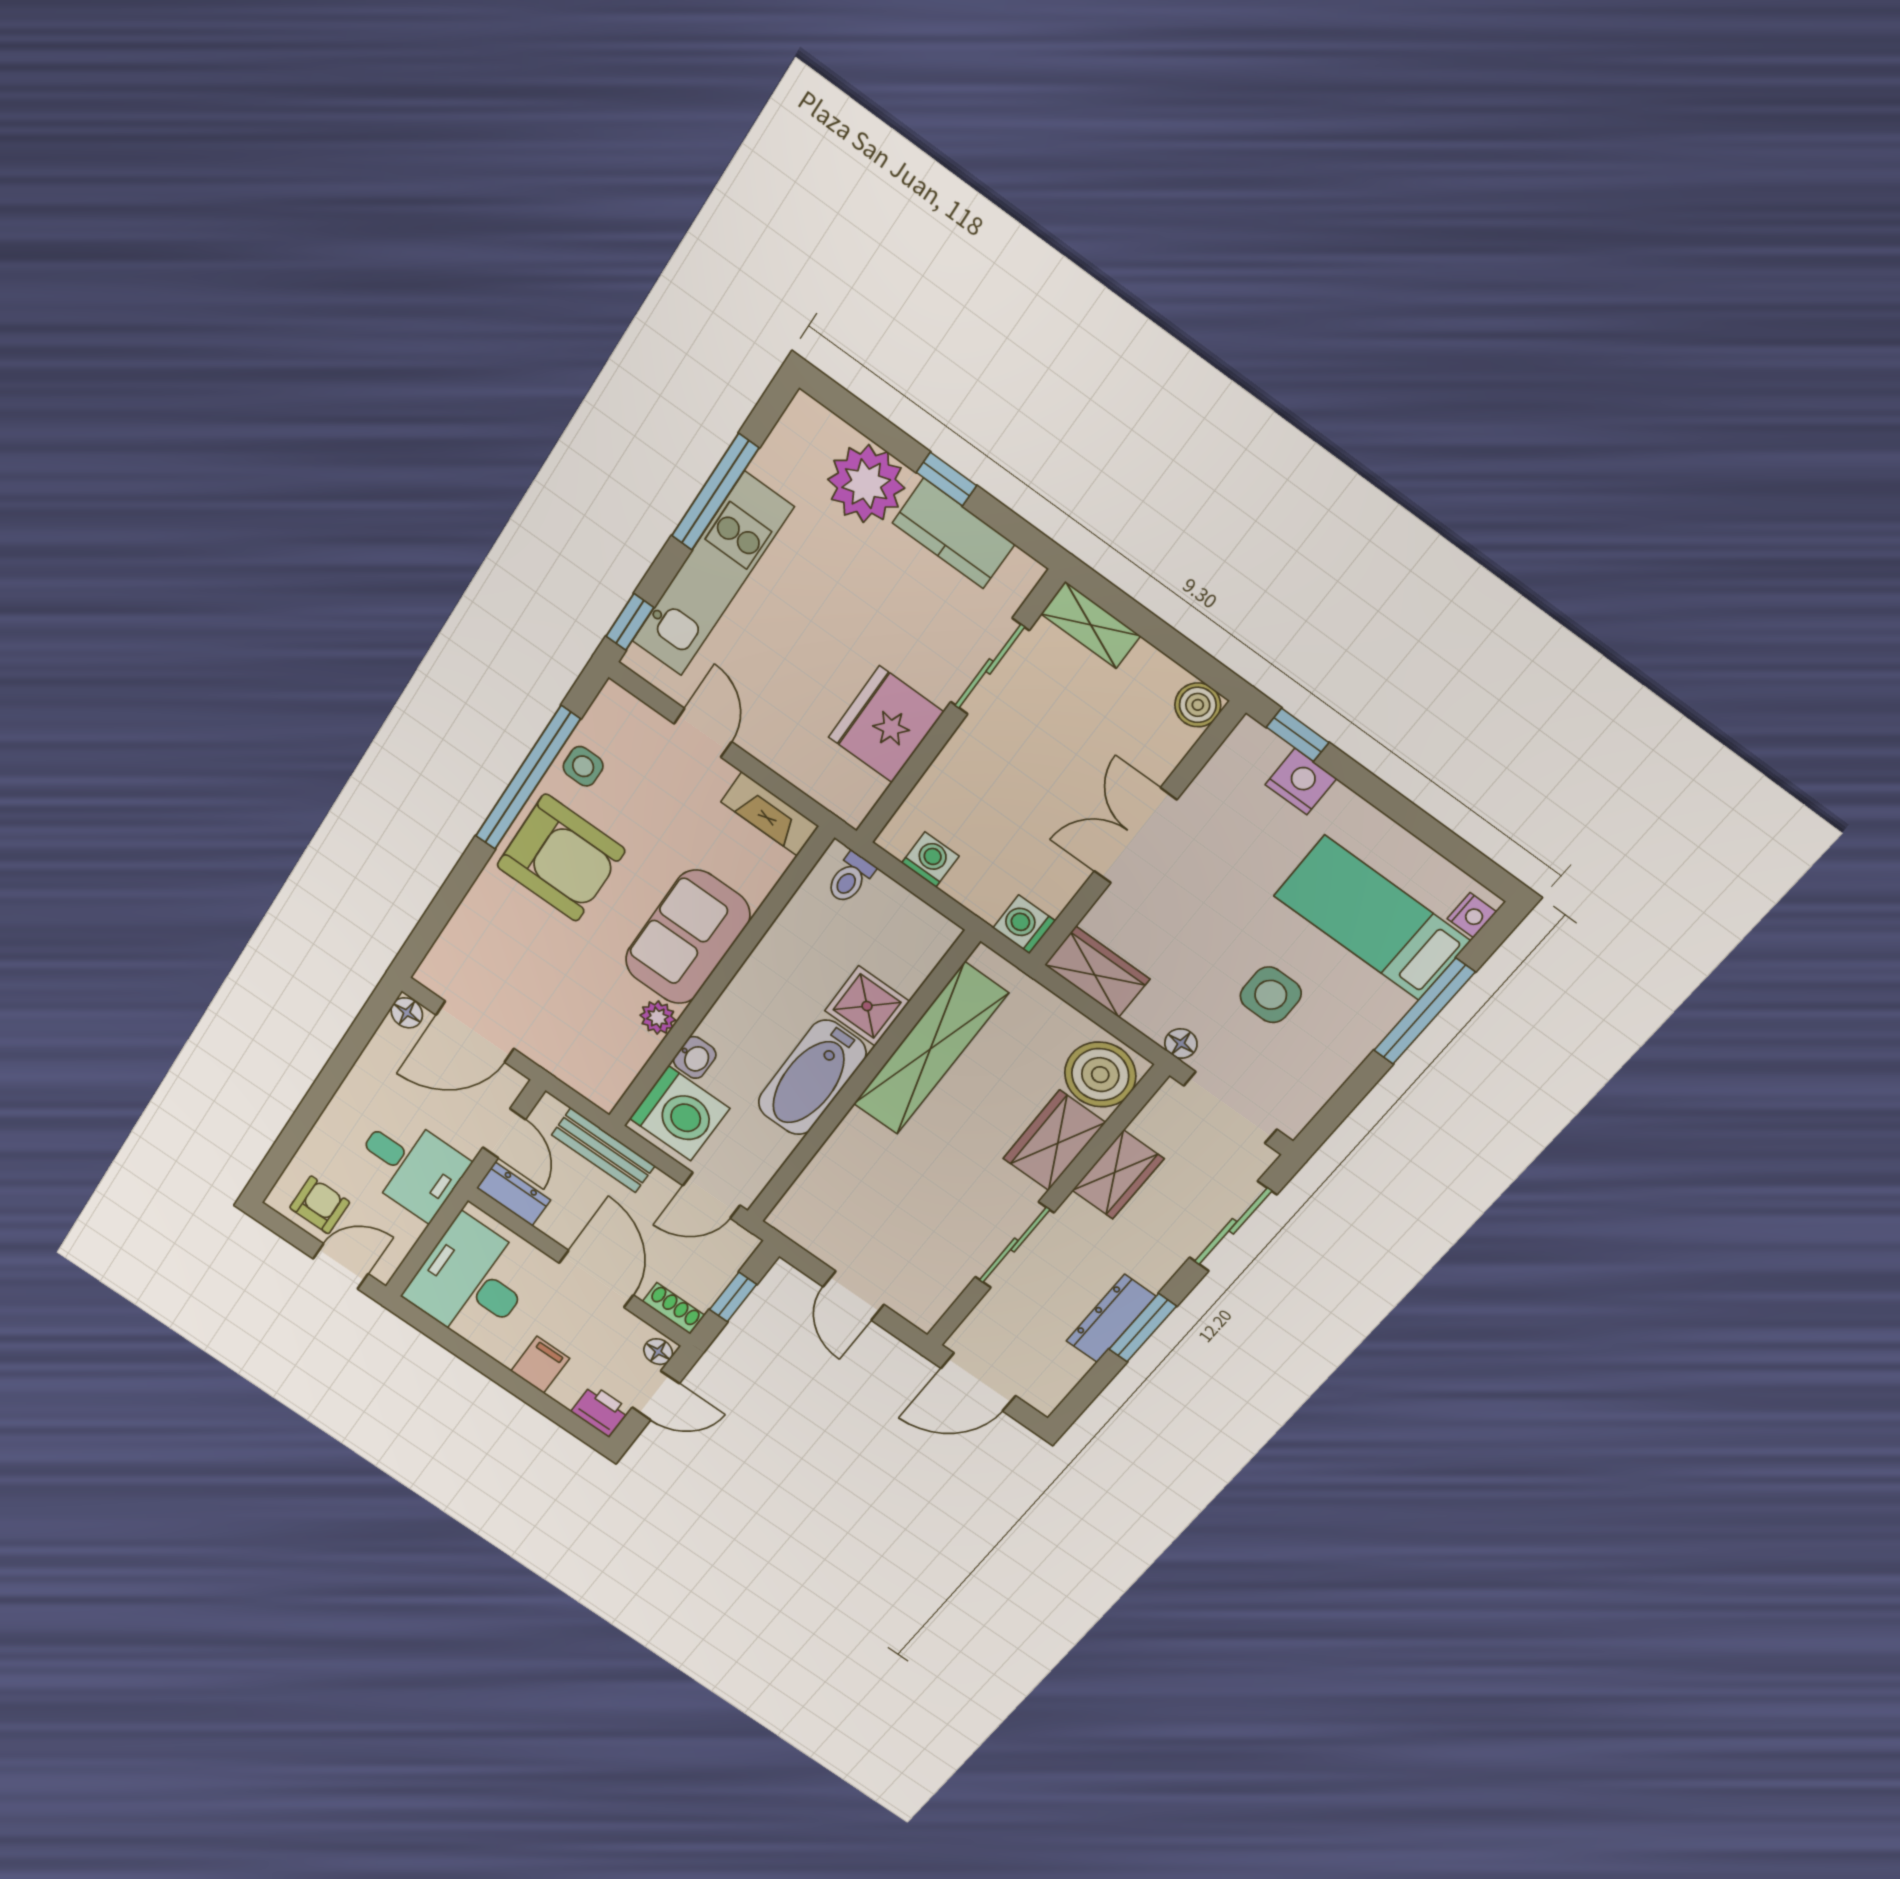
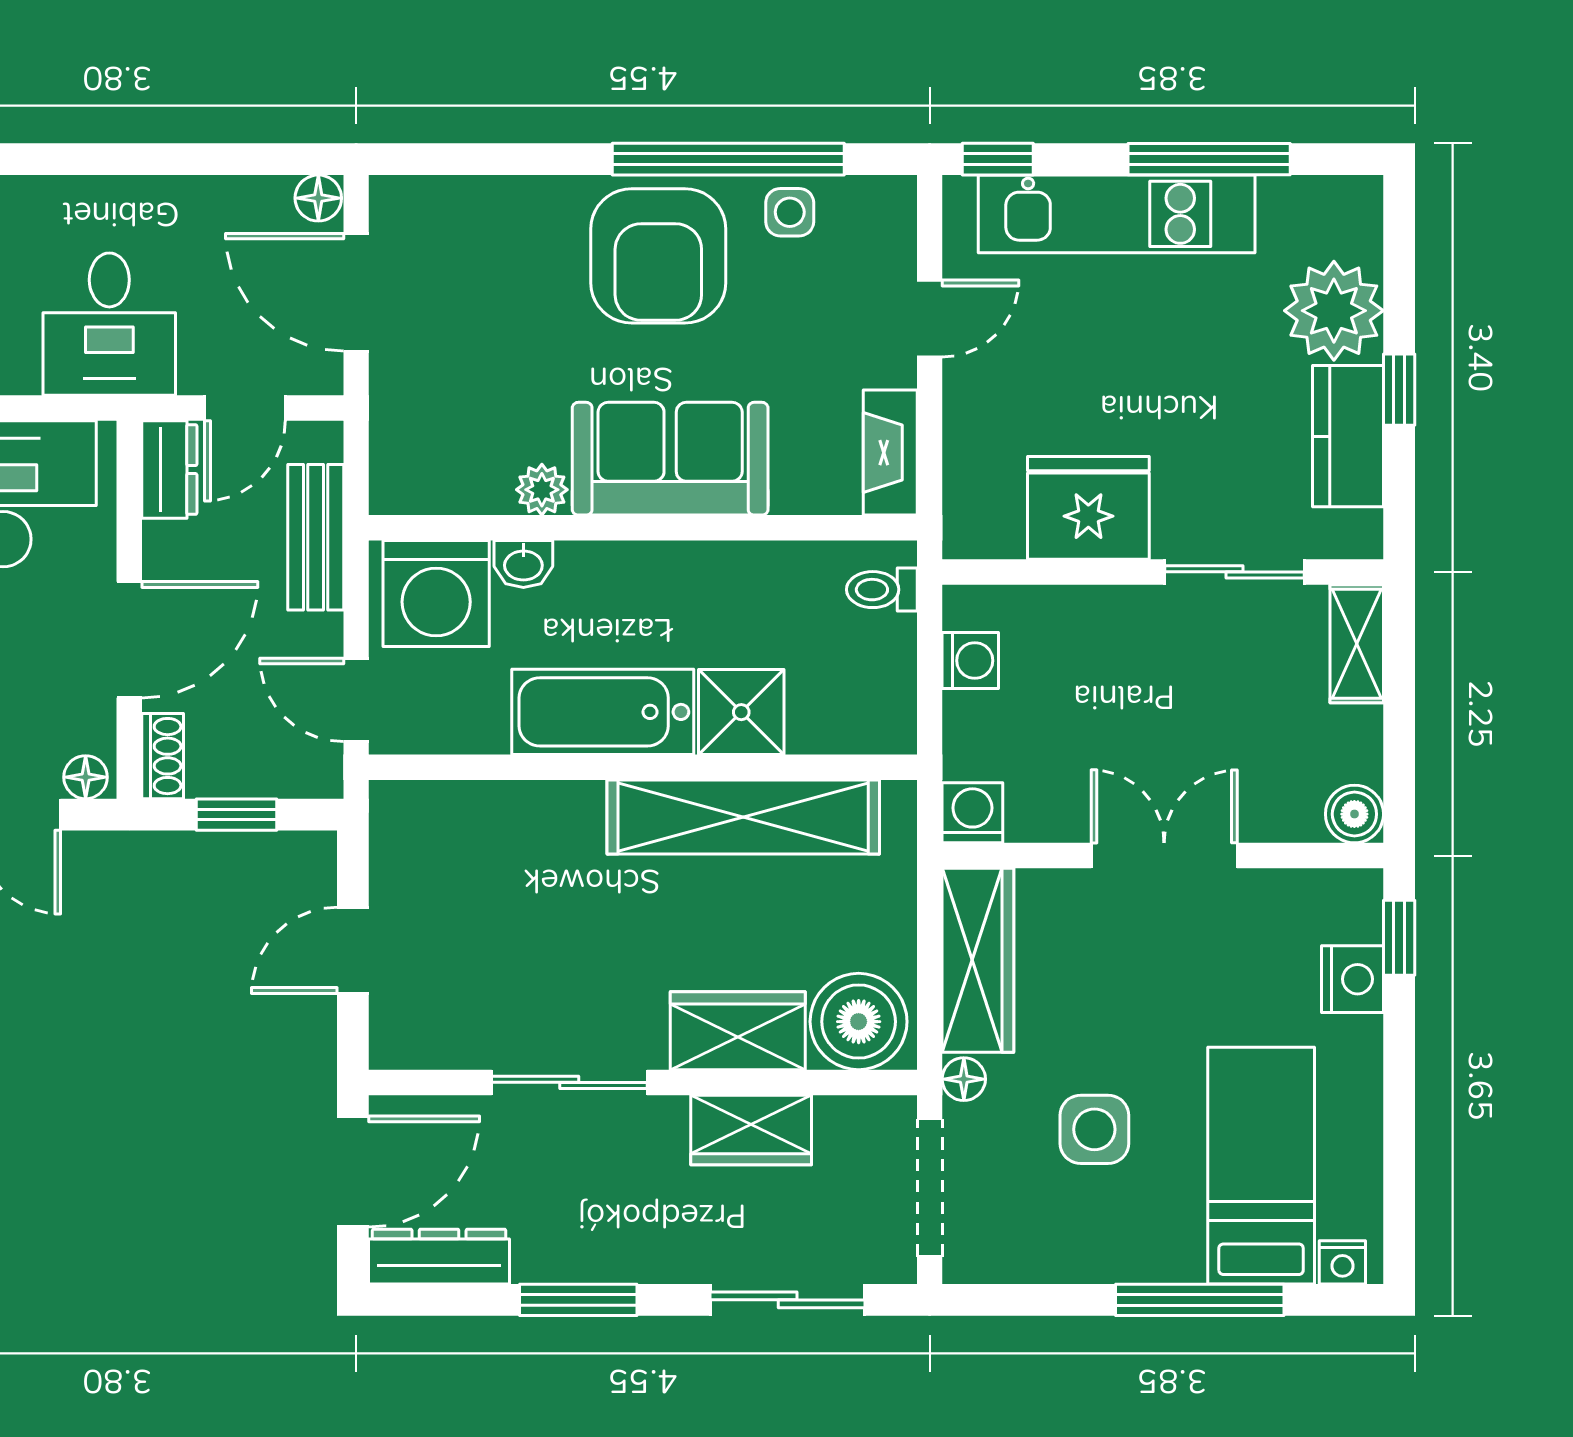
wardrobe: (1097, 972) -> (978, 960), width x1.50
dresser: (1111, 1319) -> (439, 1257), moved
door: (978, 1382) -> (353, 1171), swing flipped

